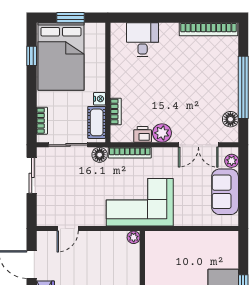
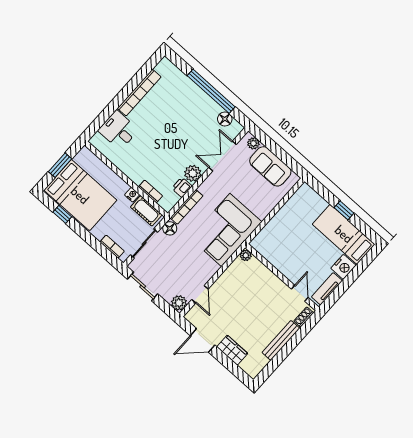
bookcase: (208, 29) -> (139, 93), moved
double door: (198, 145) -> (223, 156), swing flipped
plant: (45, 217) -> (179, 303), added

